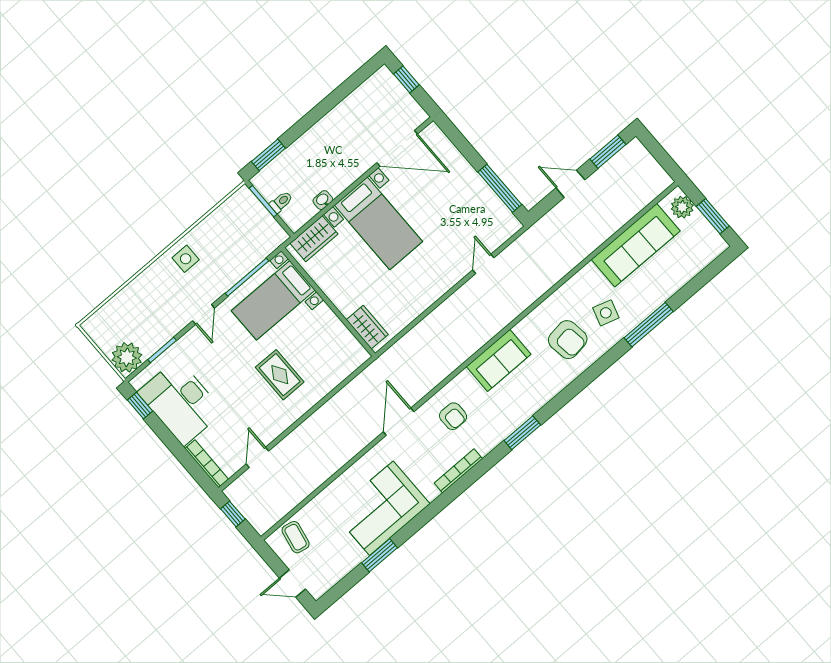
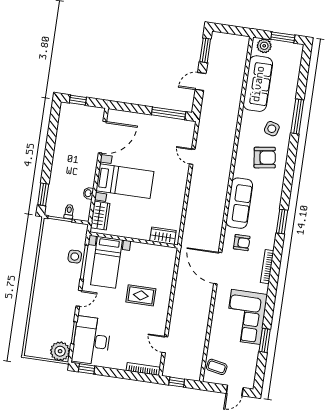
side table: (186, 259) -> (75, 257), moved
door: (204, 314) -> (79, 298), hinge flipped
sofa: (499, 360) -> (239, 203), width x1.36
desk: (181, 402) -> (92, 341), moved, turned 90
door: (399, 422) -> (218, 268), width x1.36

